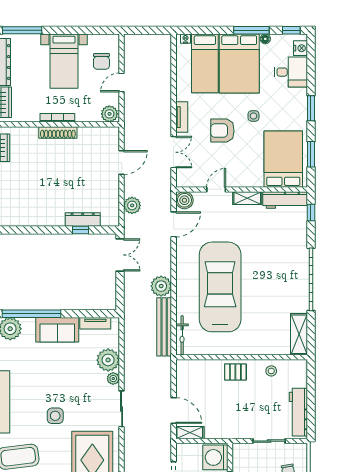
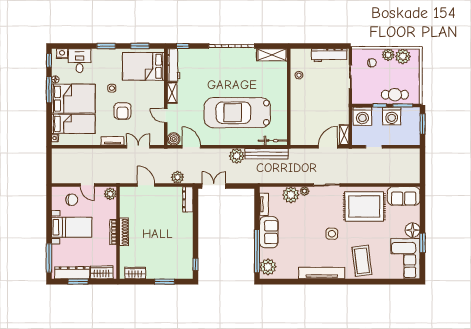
dresser: (83, 220) -> (188, 199), moved
window: (81, 230) -> (195, 264), moved
pallet: (235, 372) -> (300, 101), removed

